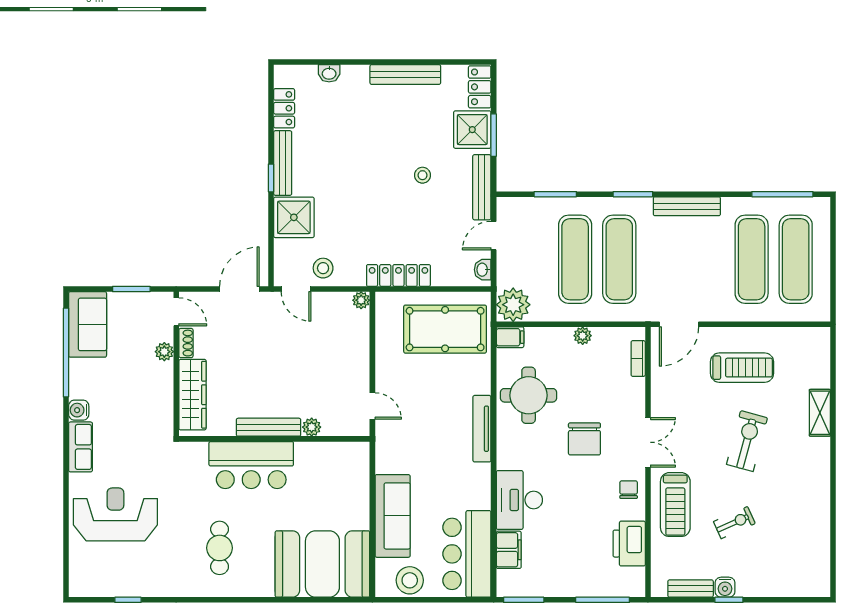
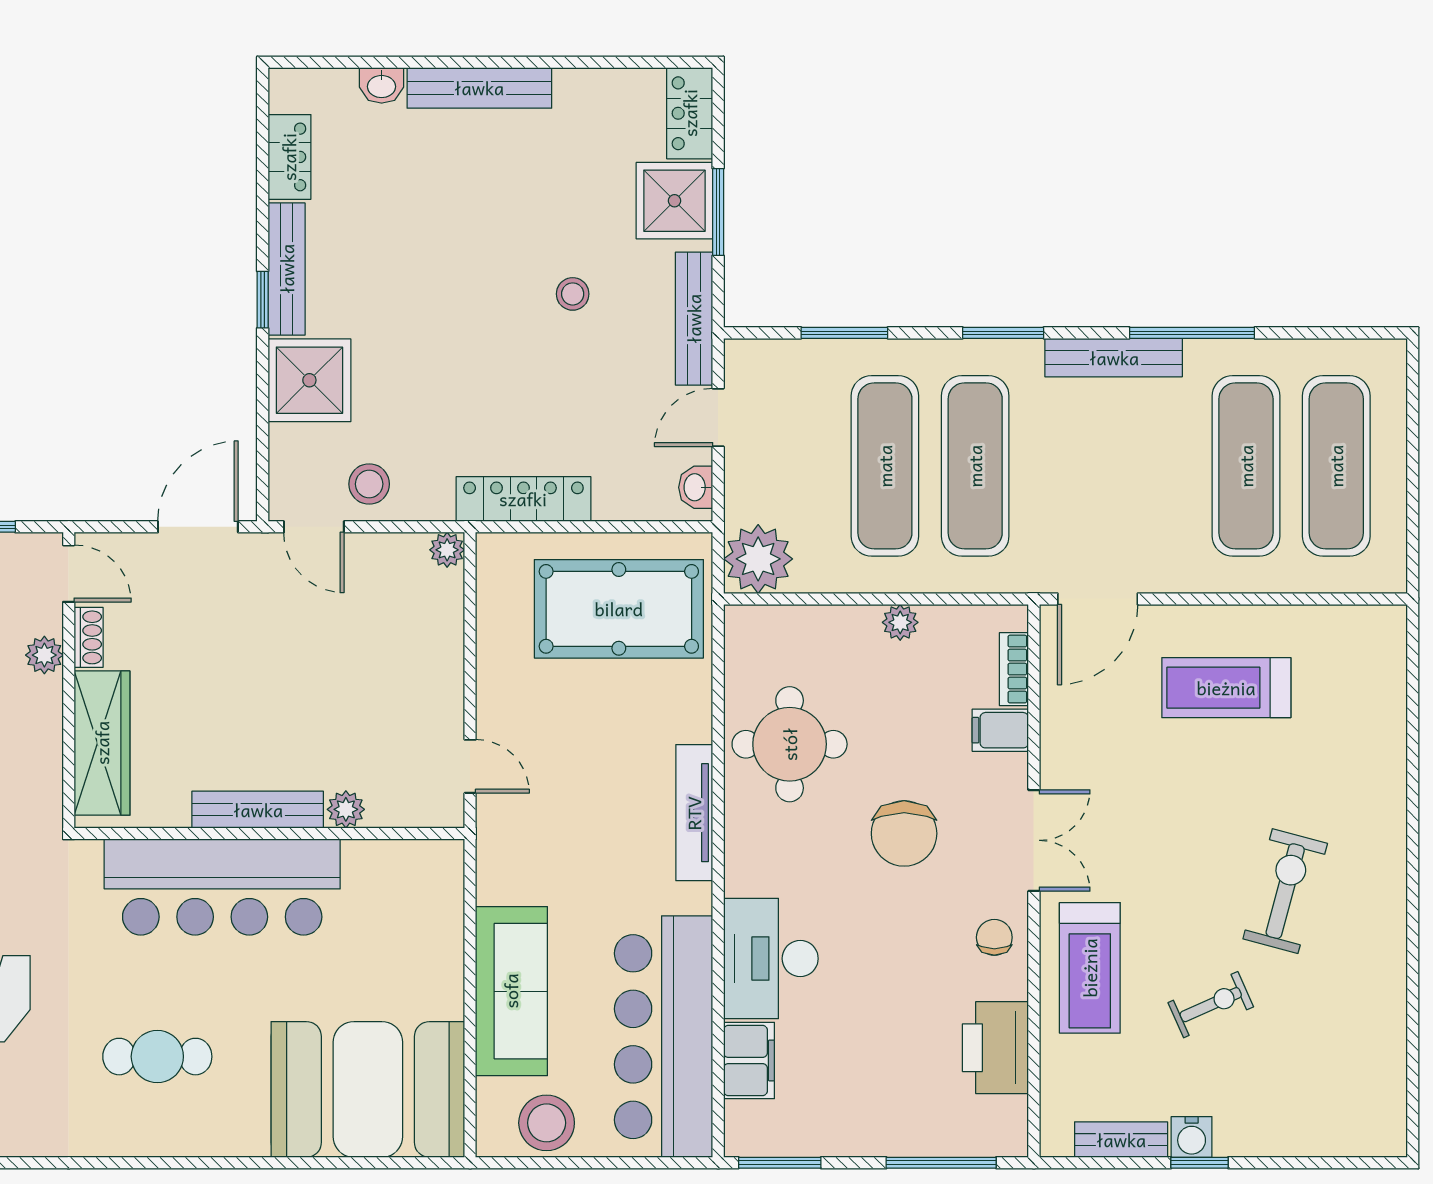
bench: (405, 74) -> (479, 88), moved
window: (782, 194) -> (1192, 333), moved
filing cabinet: (510, 337) -> (1000, 730), moved, turned 180
treadmill: (742, 368) -> (1226, 688), turned 180
shelving: (820, 413) -> (1386, 780), removed
exercise bike: (747, 441) -> (1285, 891), moved
bar counter: (251, 465) -> (222, 887), width x1.36
cafe table: (220, 548) -> (157, 1057), turned 90
bar counter: (467, 554) -> (664, 1037), width x1.36

